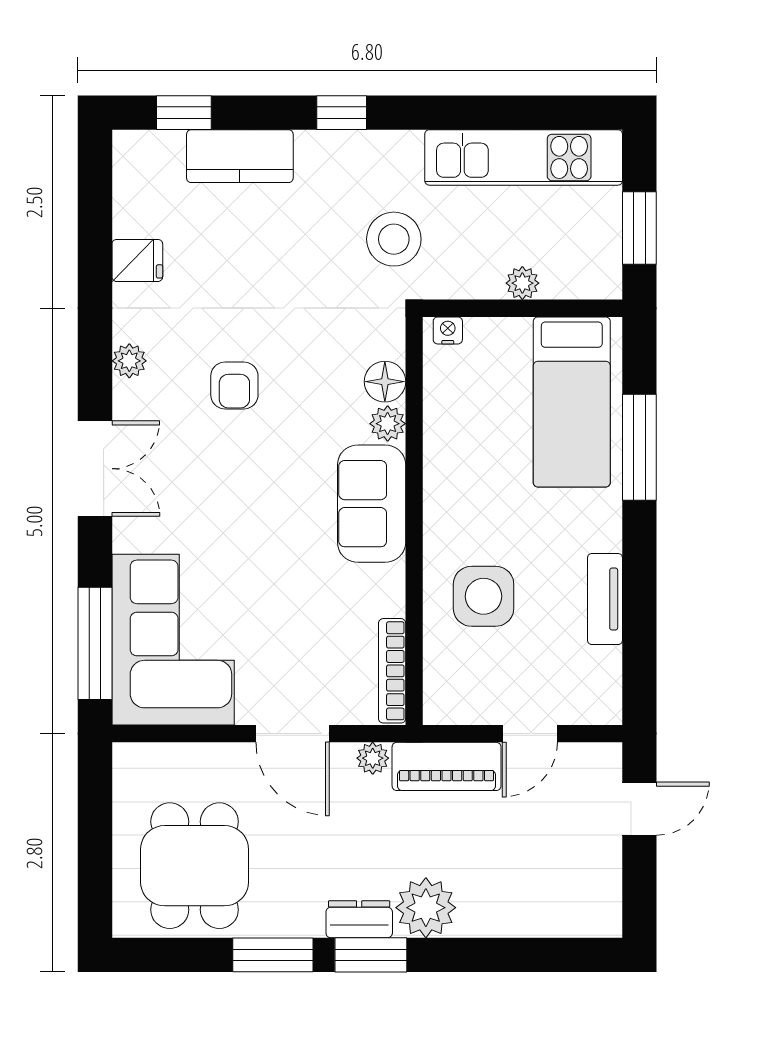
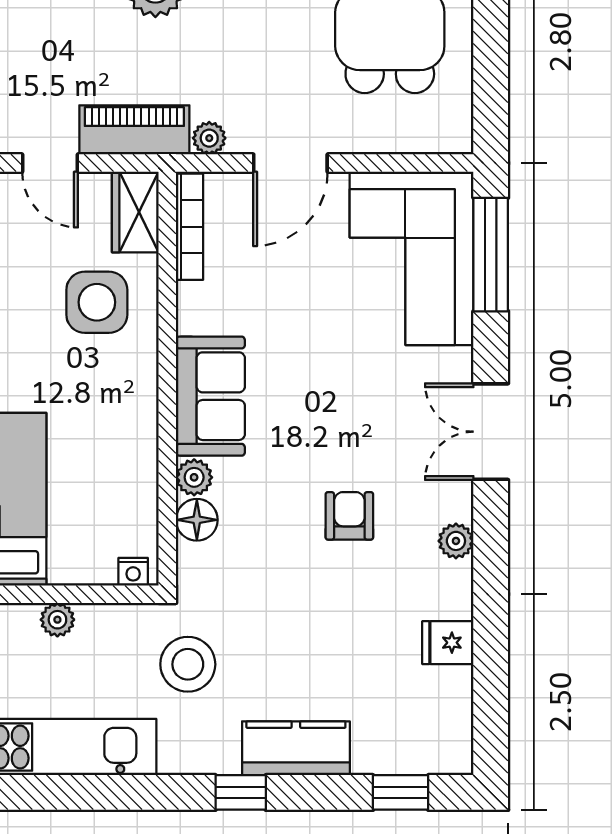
kitchen counter: (240, 156) -> (296, 748), moved
wardrobe: (446, 685) -> (135, 212), added
door: (293, 734) -> (290, 163), swing flipped
door: (530, 734) -> (50, 163), swing flipped

